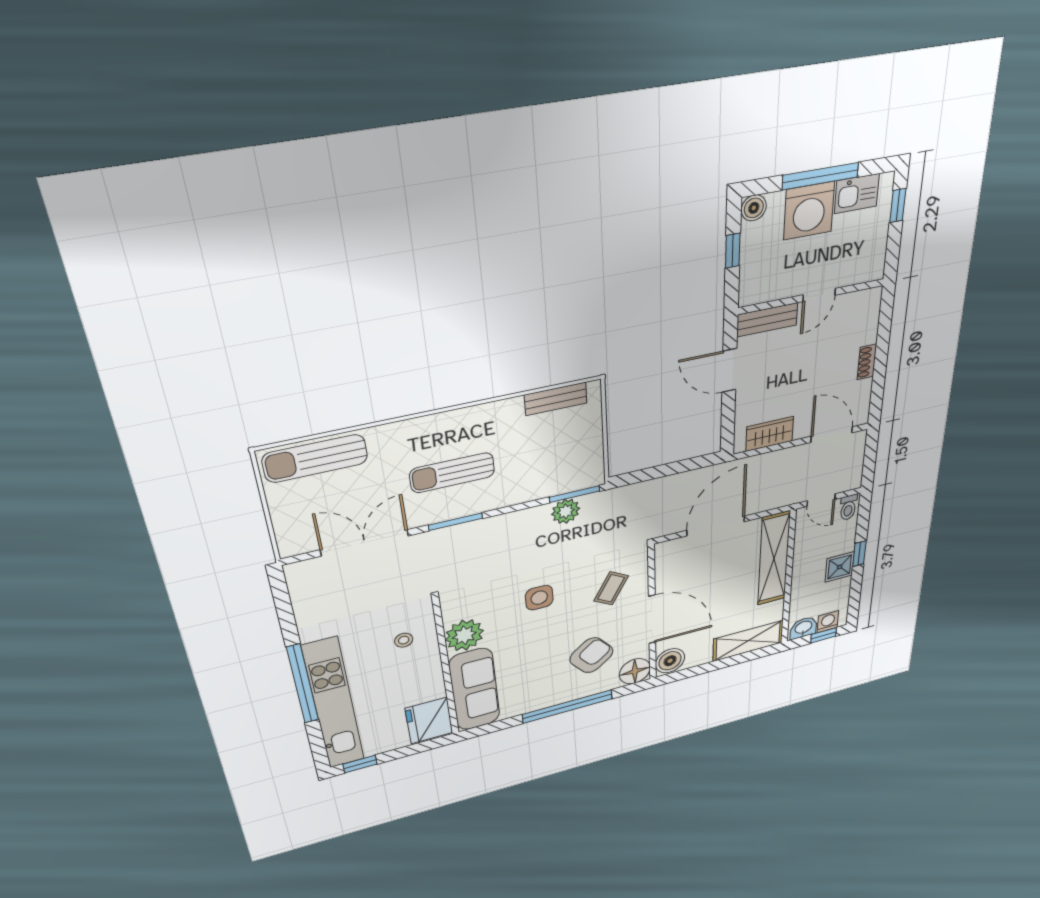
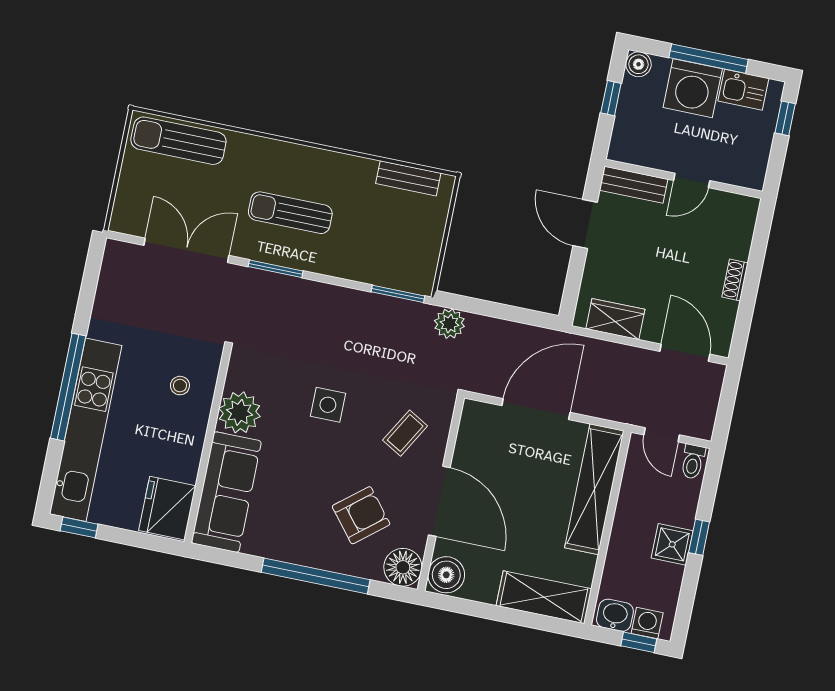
plant: (566, 511) -> (449, 324), moved

